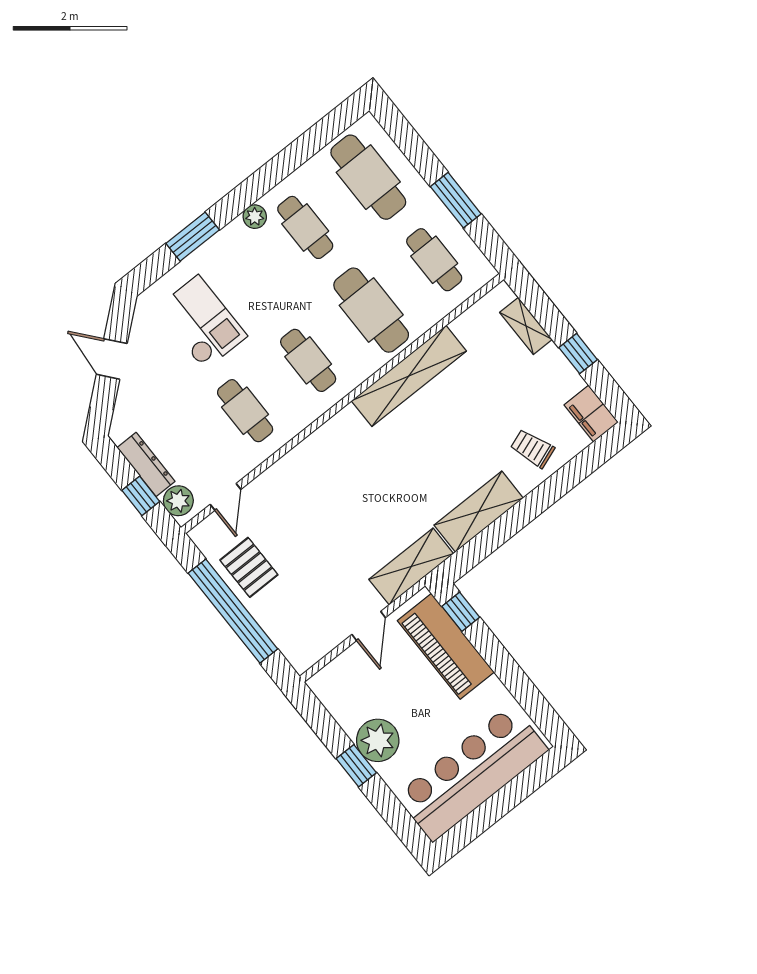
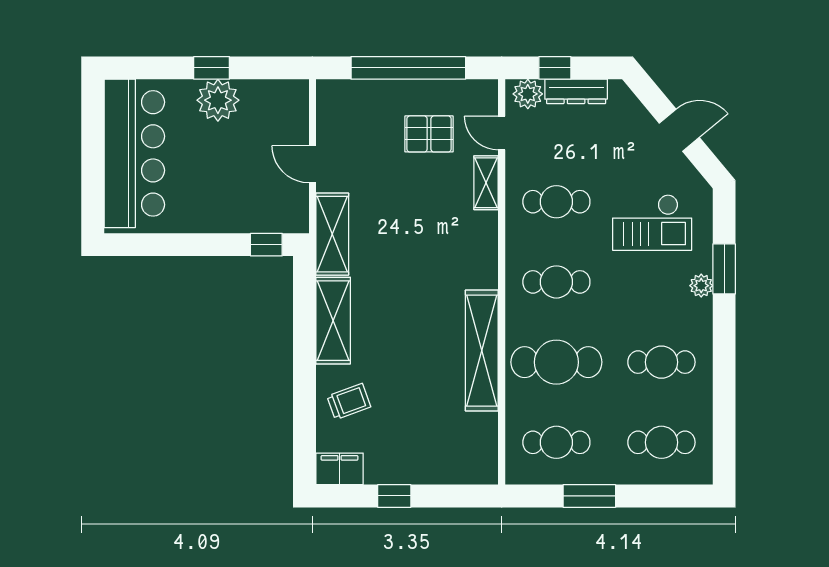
cafe table: (368, 177) -> (661, 442), width x0.73, depth x0.74
plant: (255, 217) -> (701, 286), moved
shelving: (526, 326) -> (486, 183), moved, turned 90
pallet: (249, 567) -> (429, 134), moved
piano: (446, 646) -> (249, 212), removed

